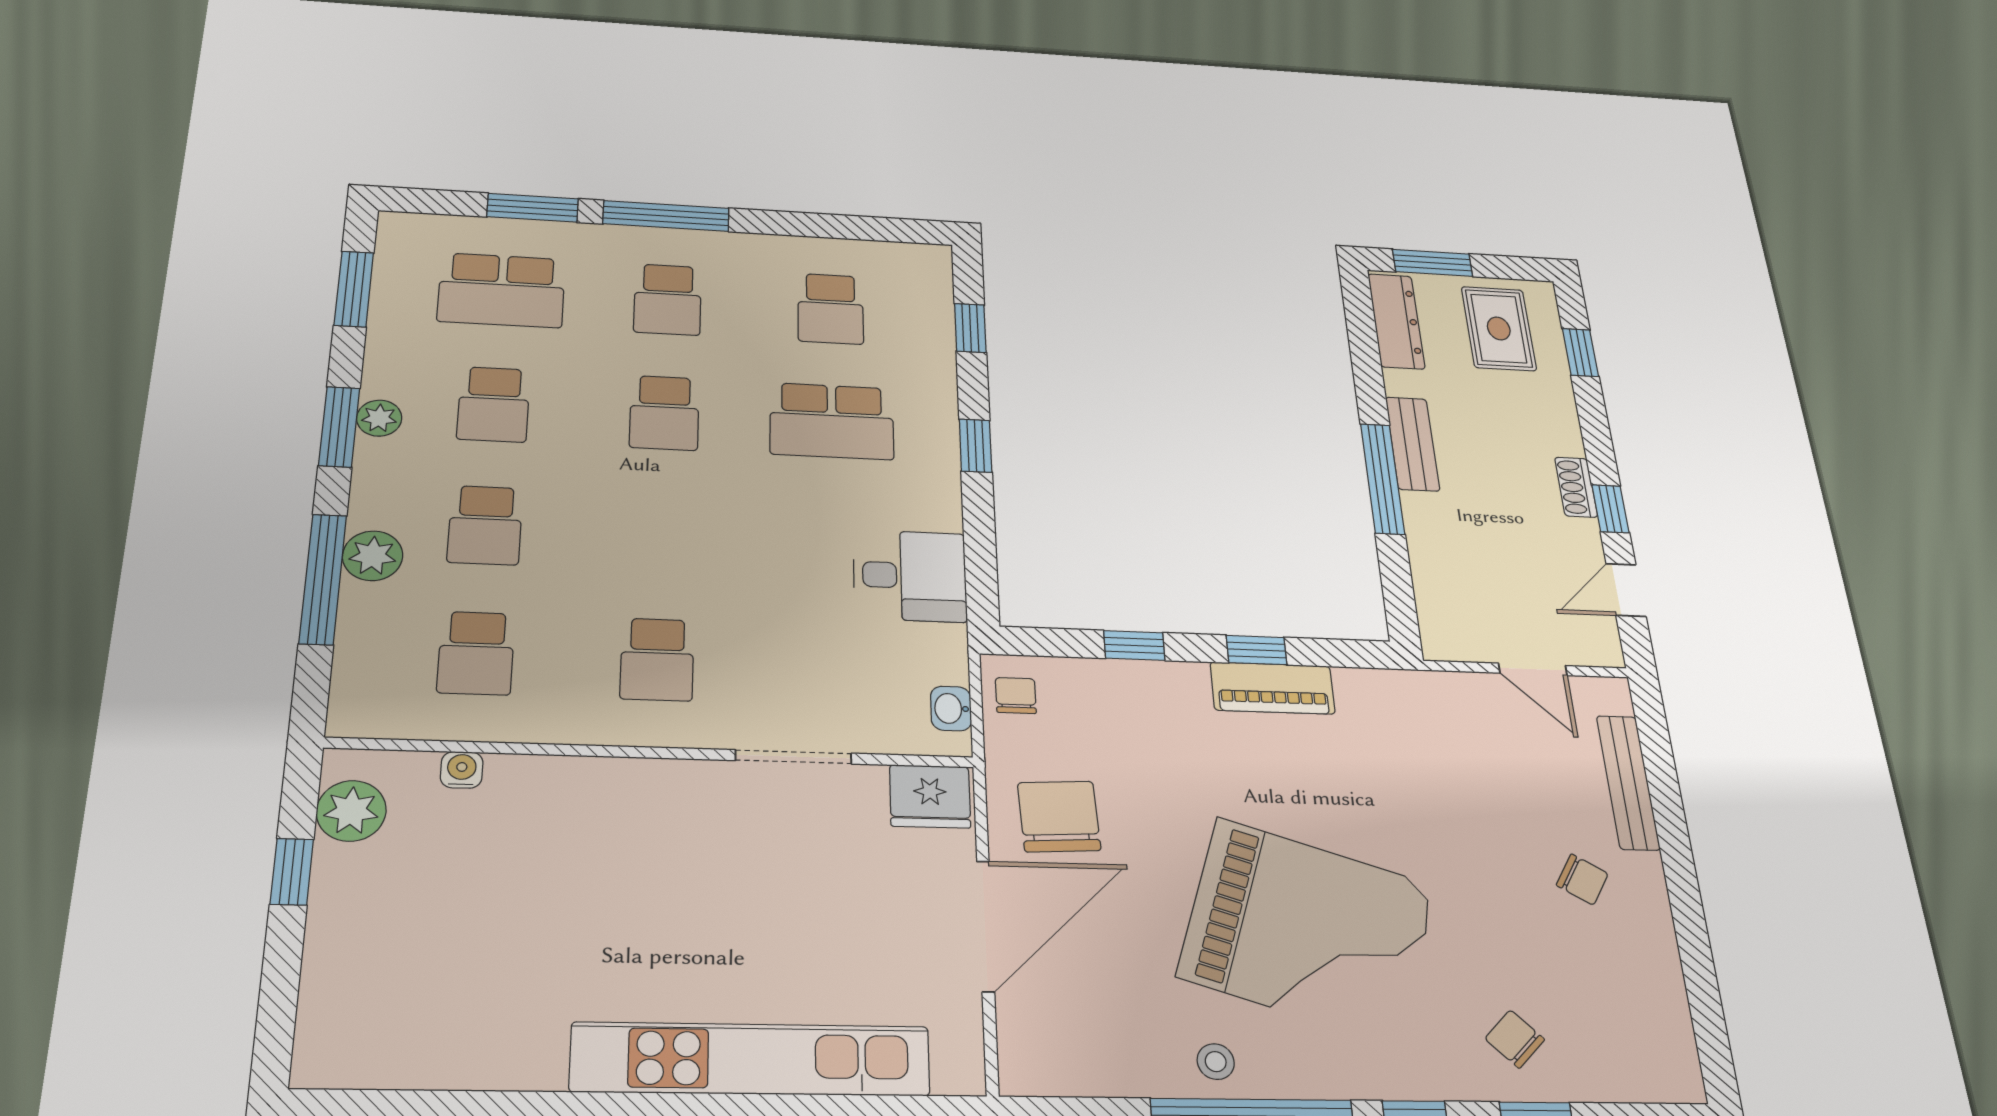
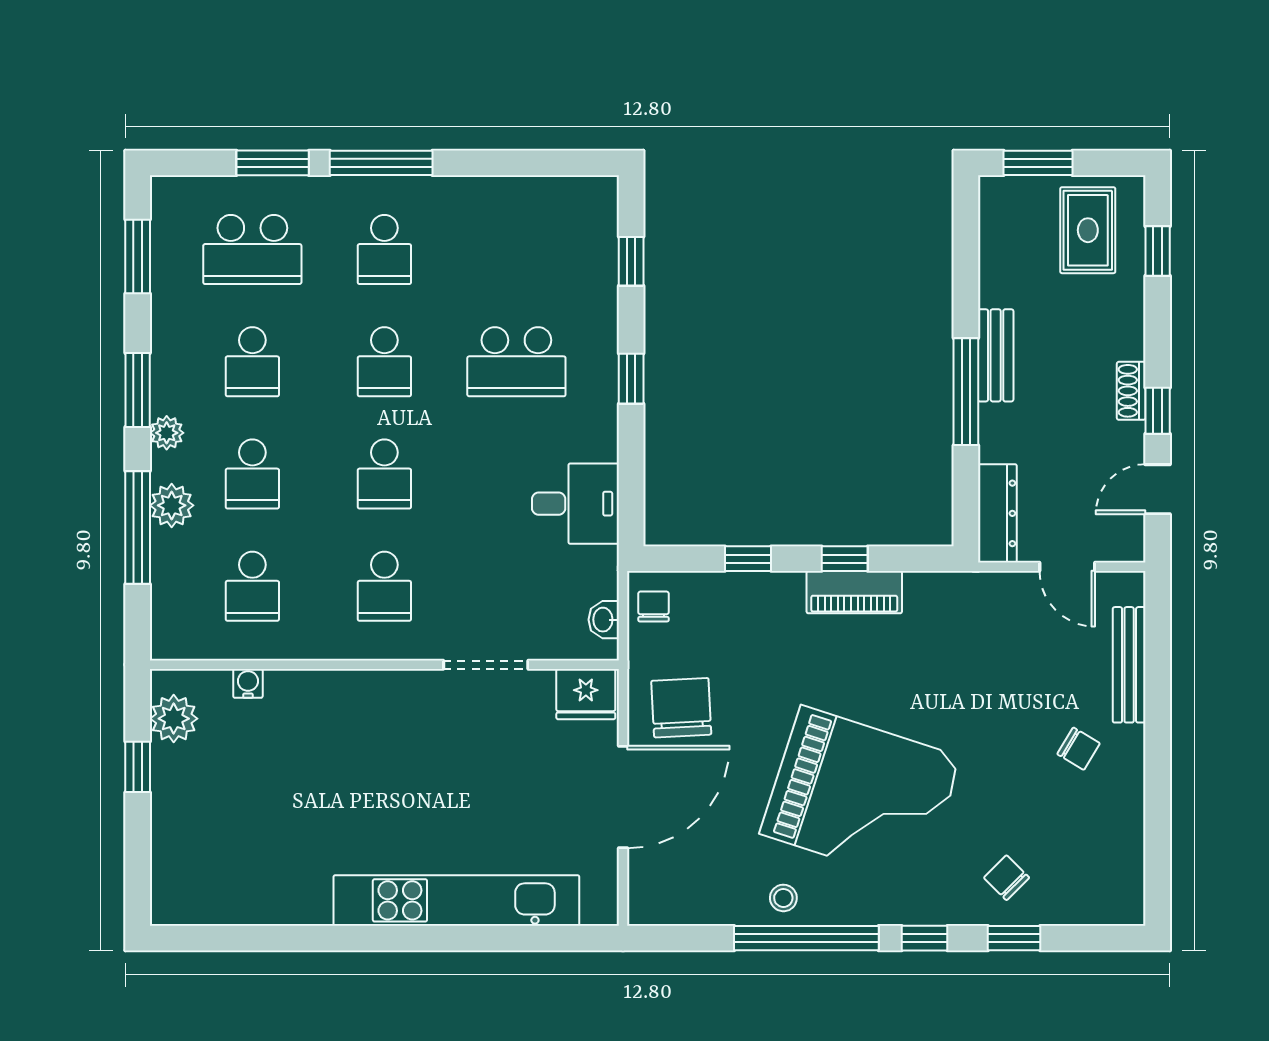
school desk: (831, 309) -> (384, 474), moved
dresser: (1396, 321) -> (997, 513), moved
plant: (379, 418) -> (167, 433), moved

